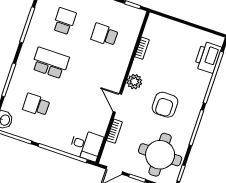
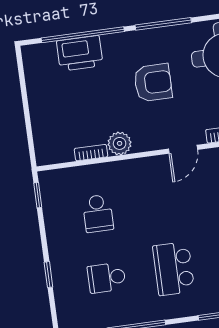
printer: (208, 57) -> (80, 53), moved
plant: (134, 82) -> (120, 143), moved

